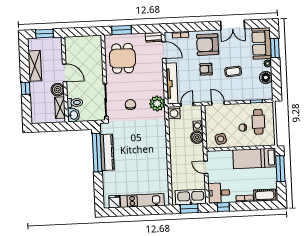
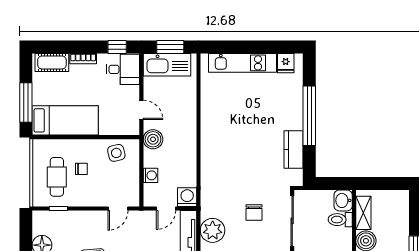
door: (218, 103) -> (118, 209), hinge flipped
plant: (157, 104) -> (213, 230), moved
boiler: (197, 137) -> (153, 139), moved
kitchen counter: (107, 152) -> (294, 150), width x0.67
window: (97, 153) -> (309, 116), moved

